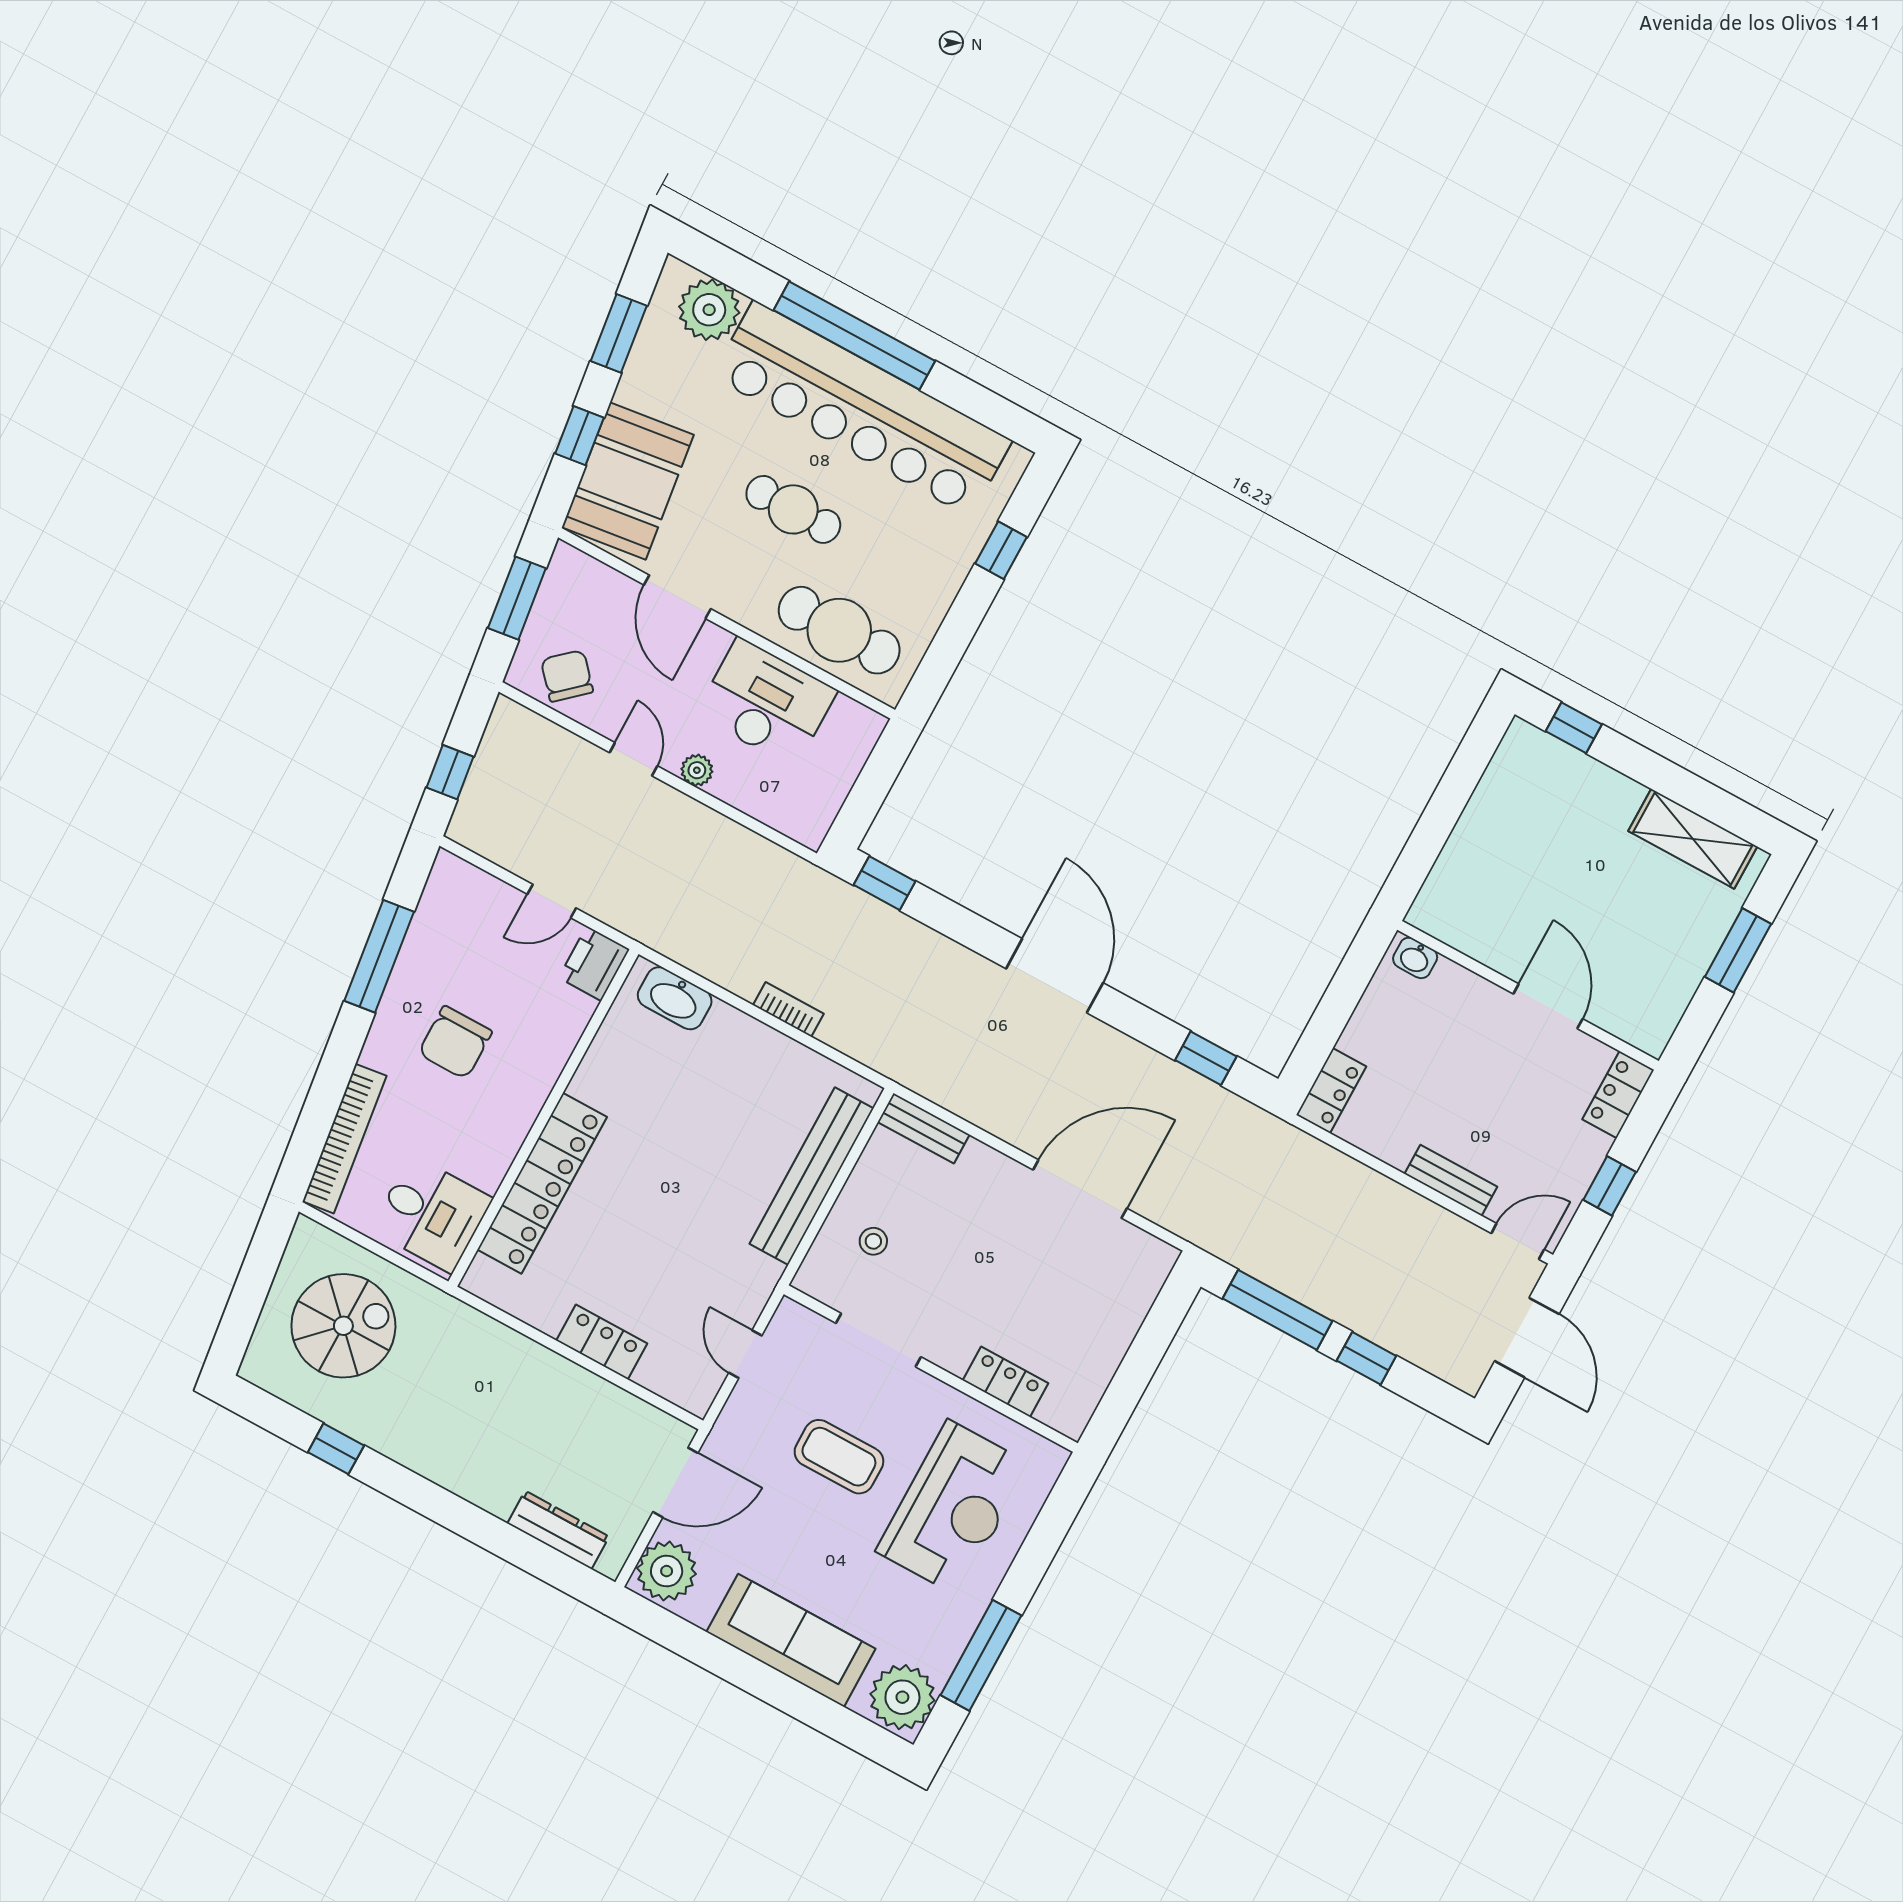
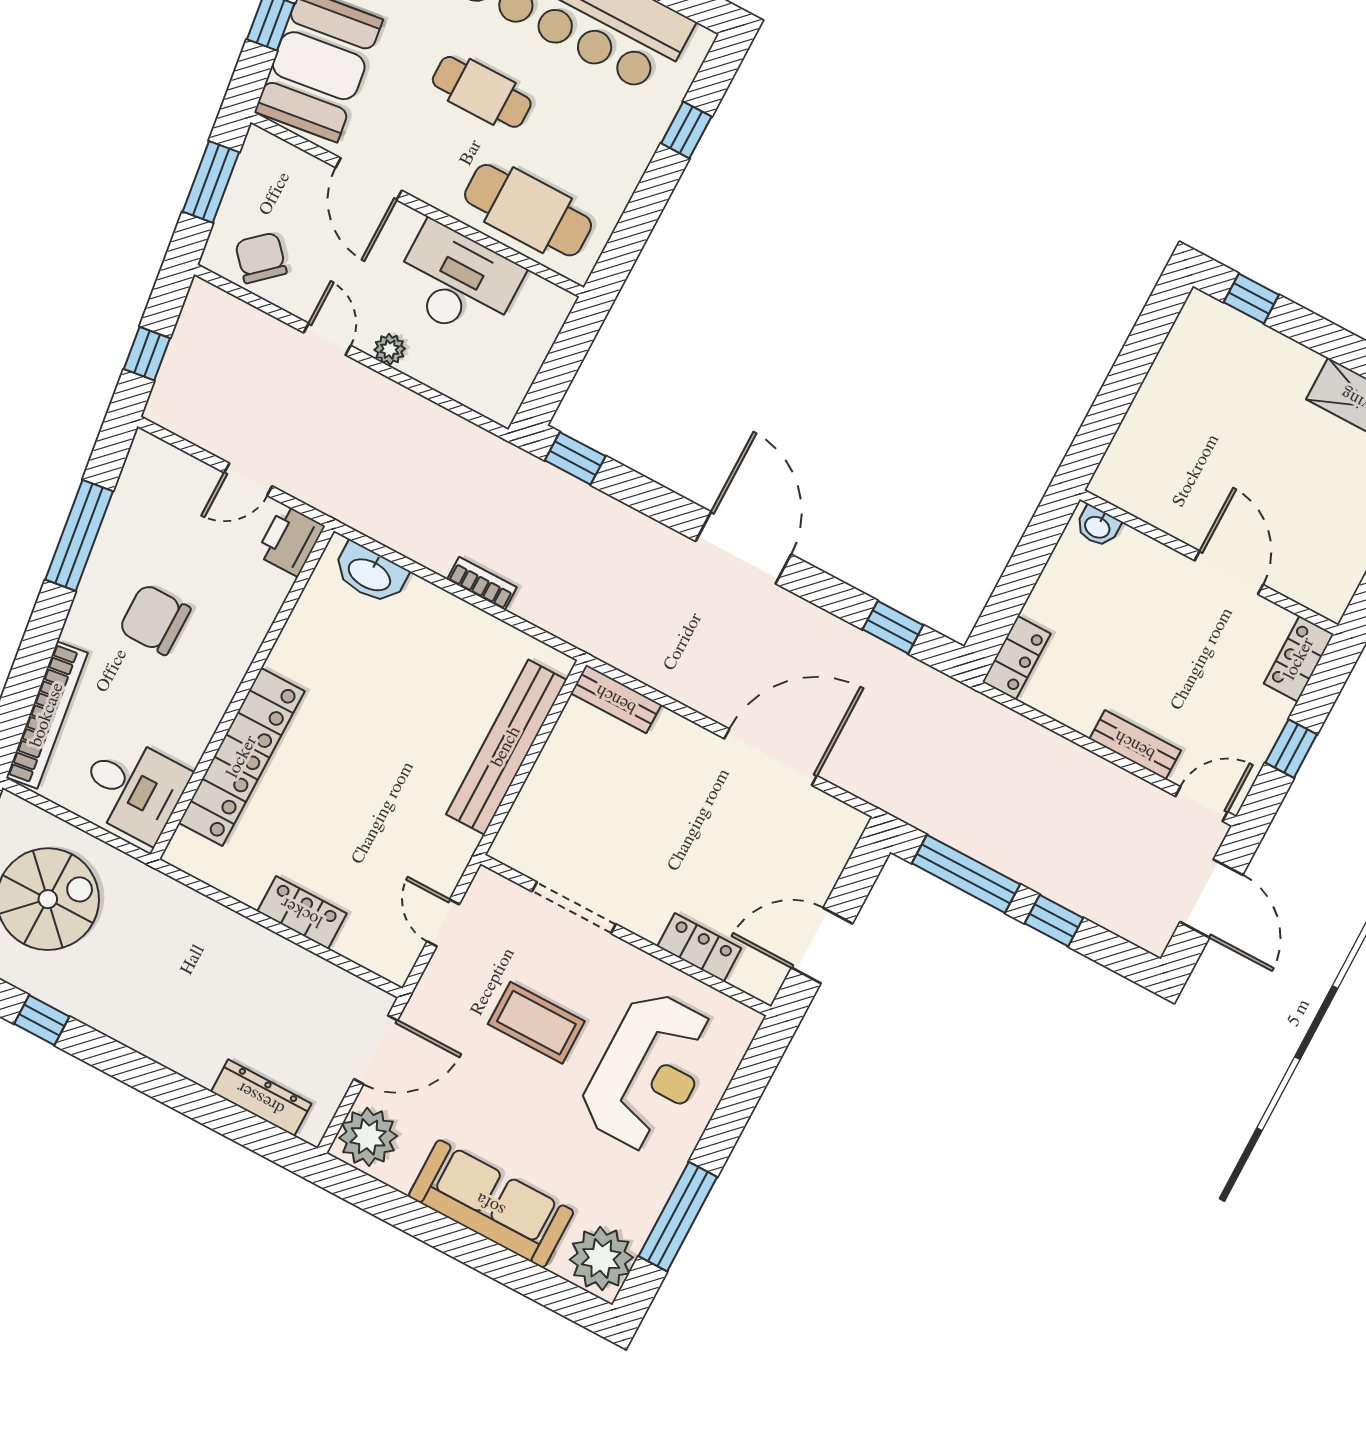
chair: (455, 1042) -> (155, 619), turned 90
stool: (873, 1241) -> (568, 811), removed
door: (1130, 1381) -> (822, 946), added

